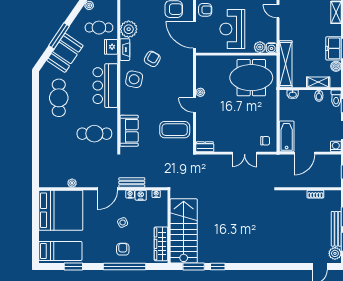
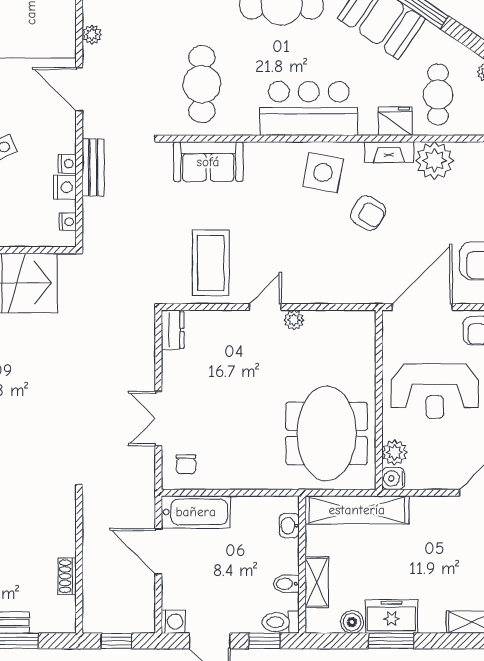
reception desk: (232, 29) -> (435, 391), turned 180
door: (108, 189) -> (79, 89), moved

